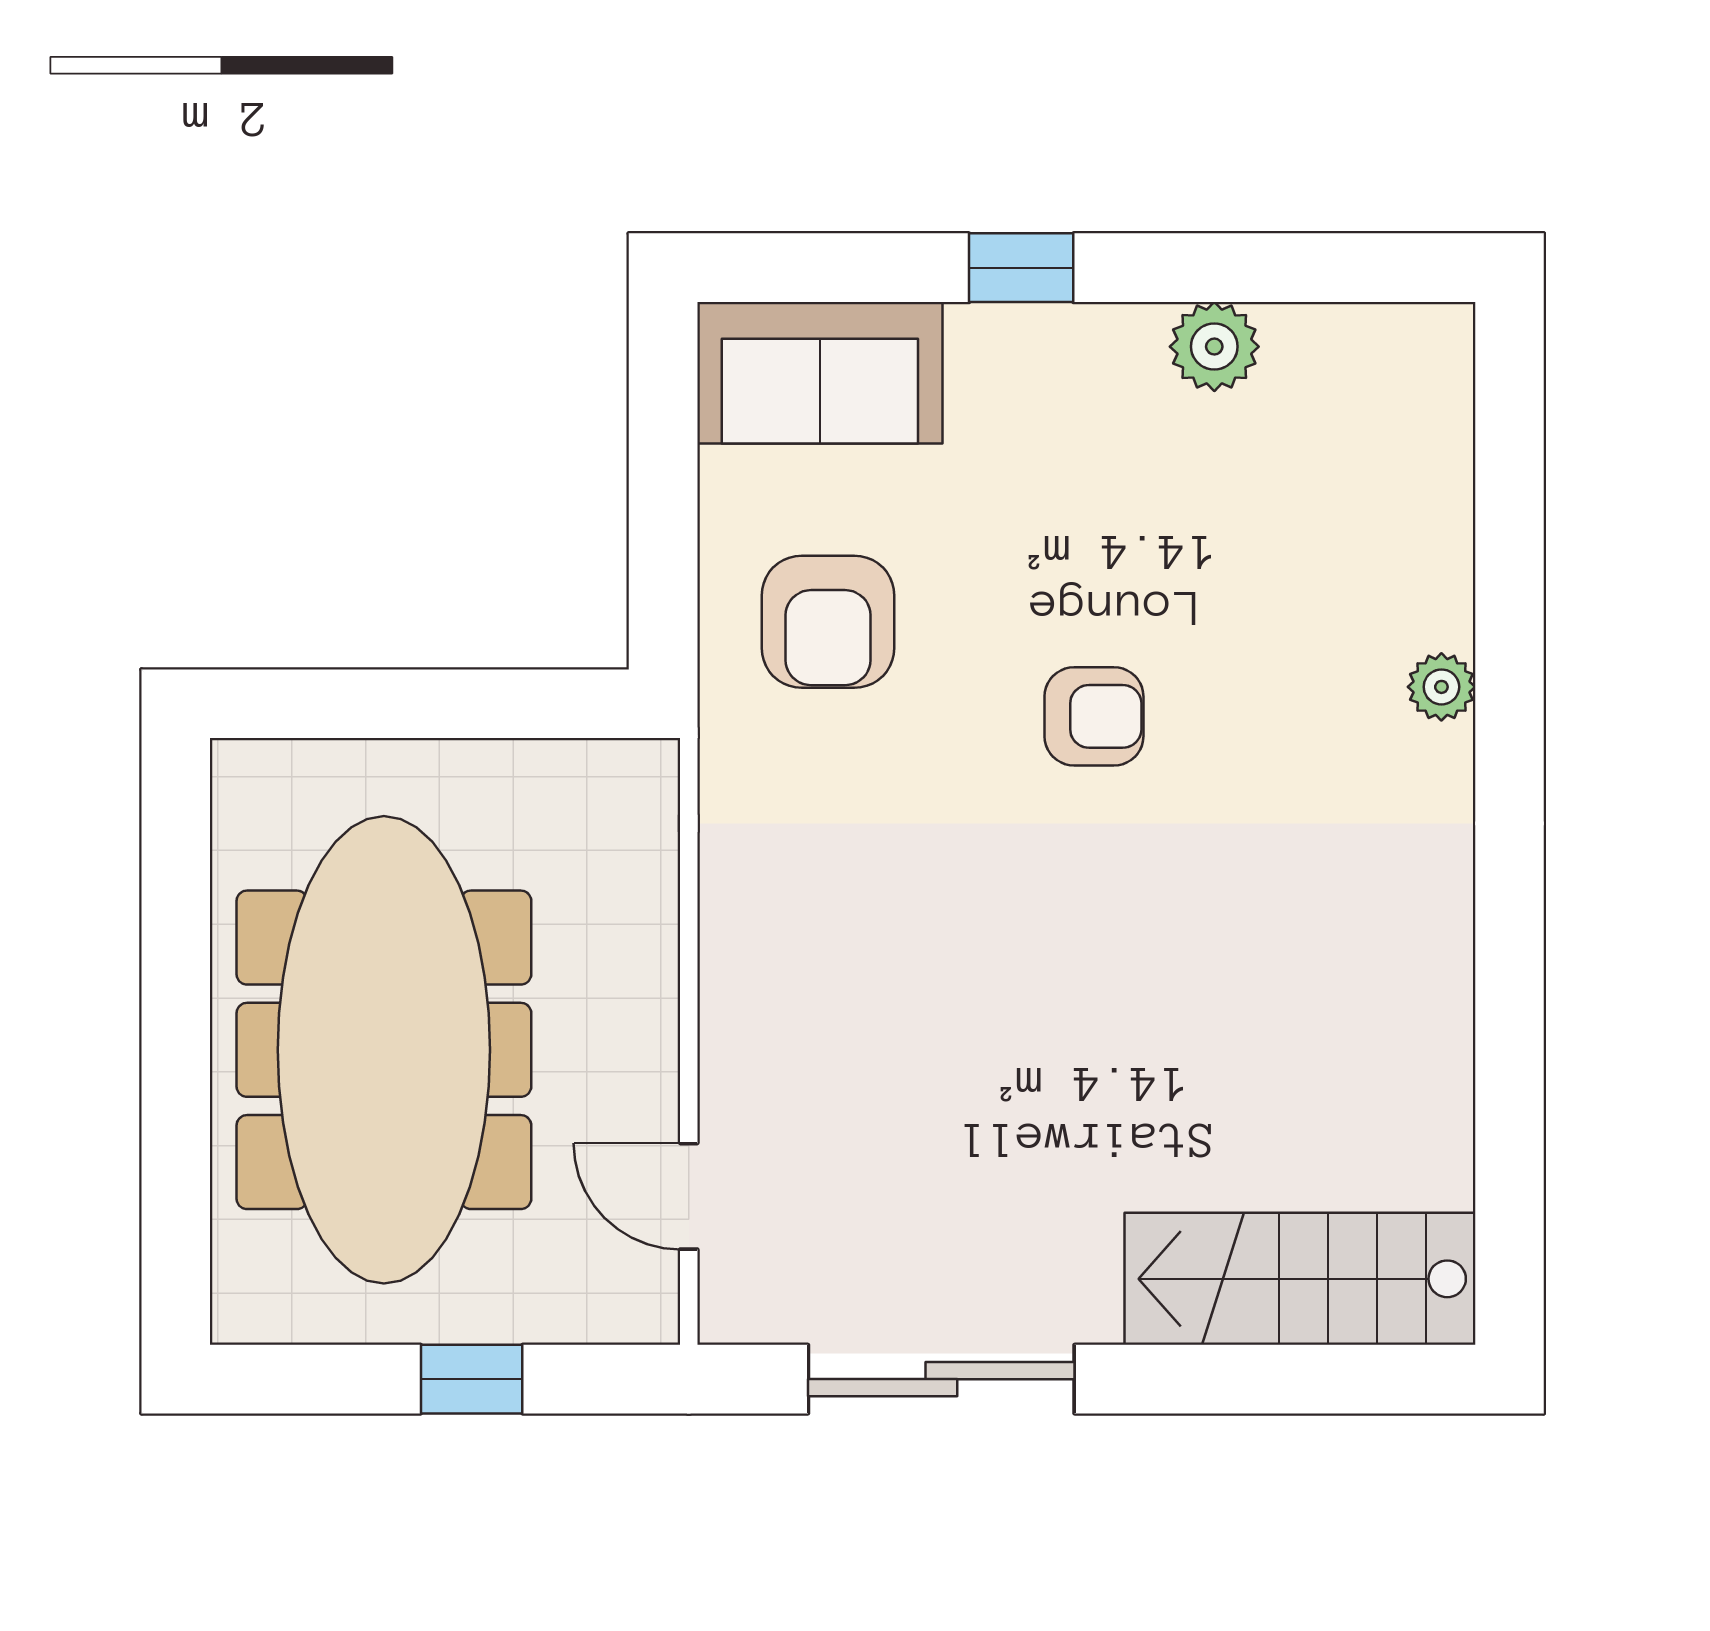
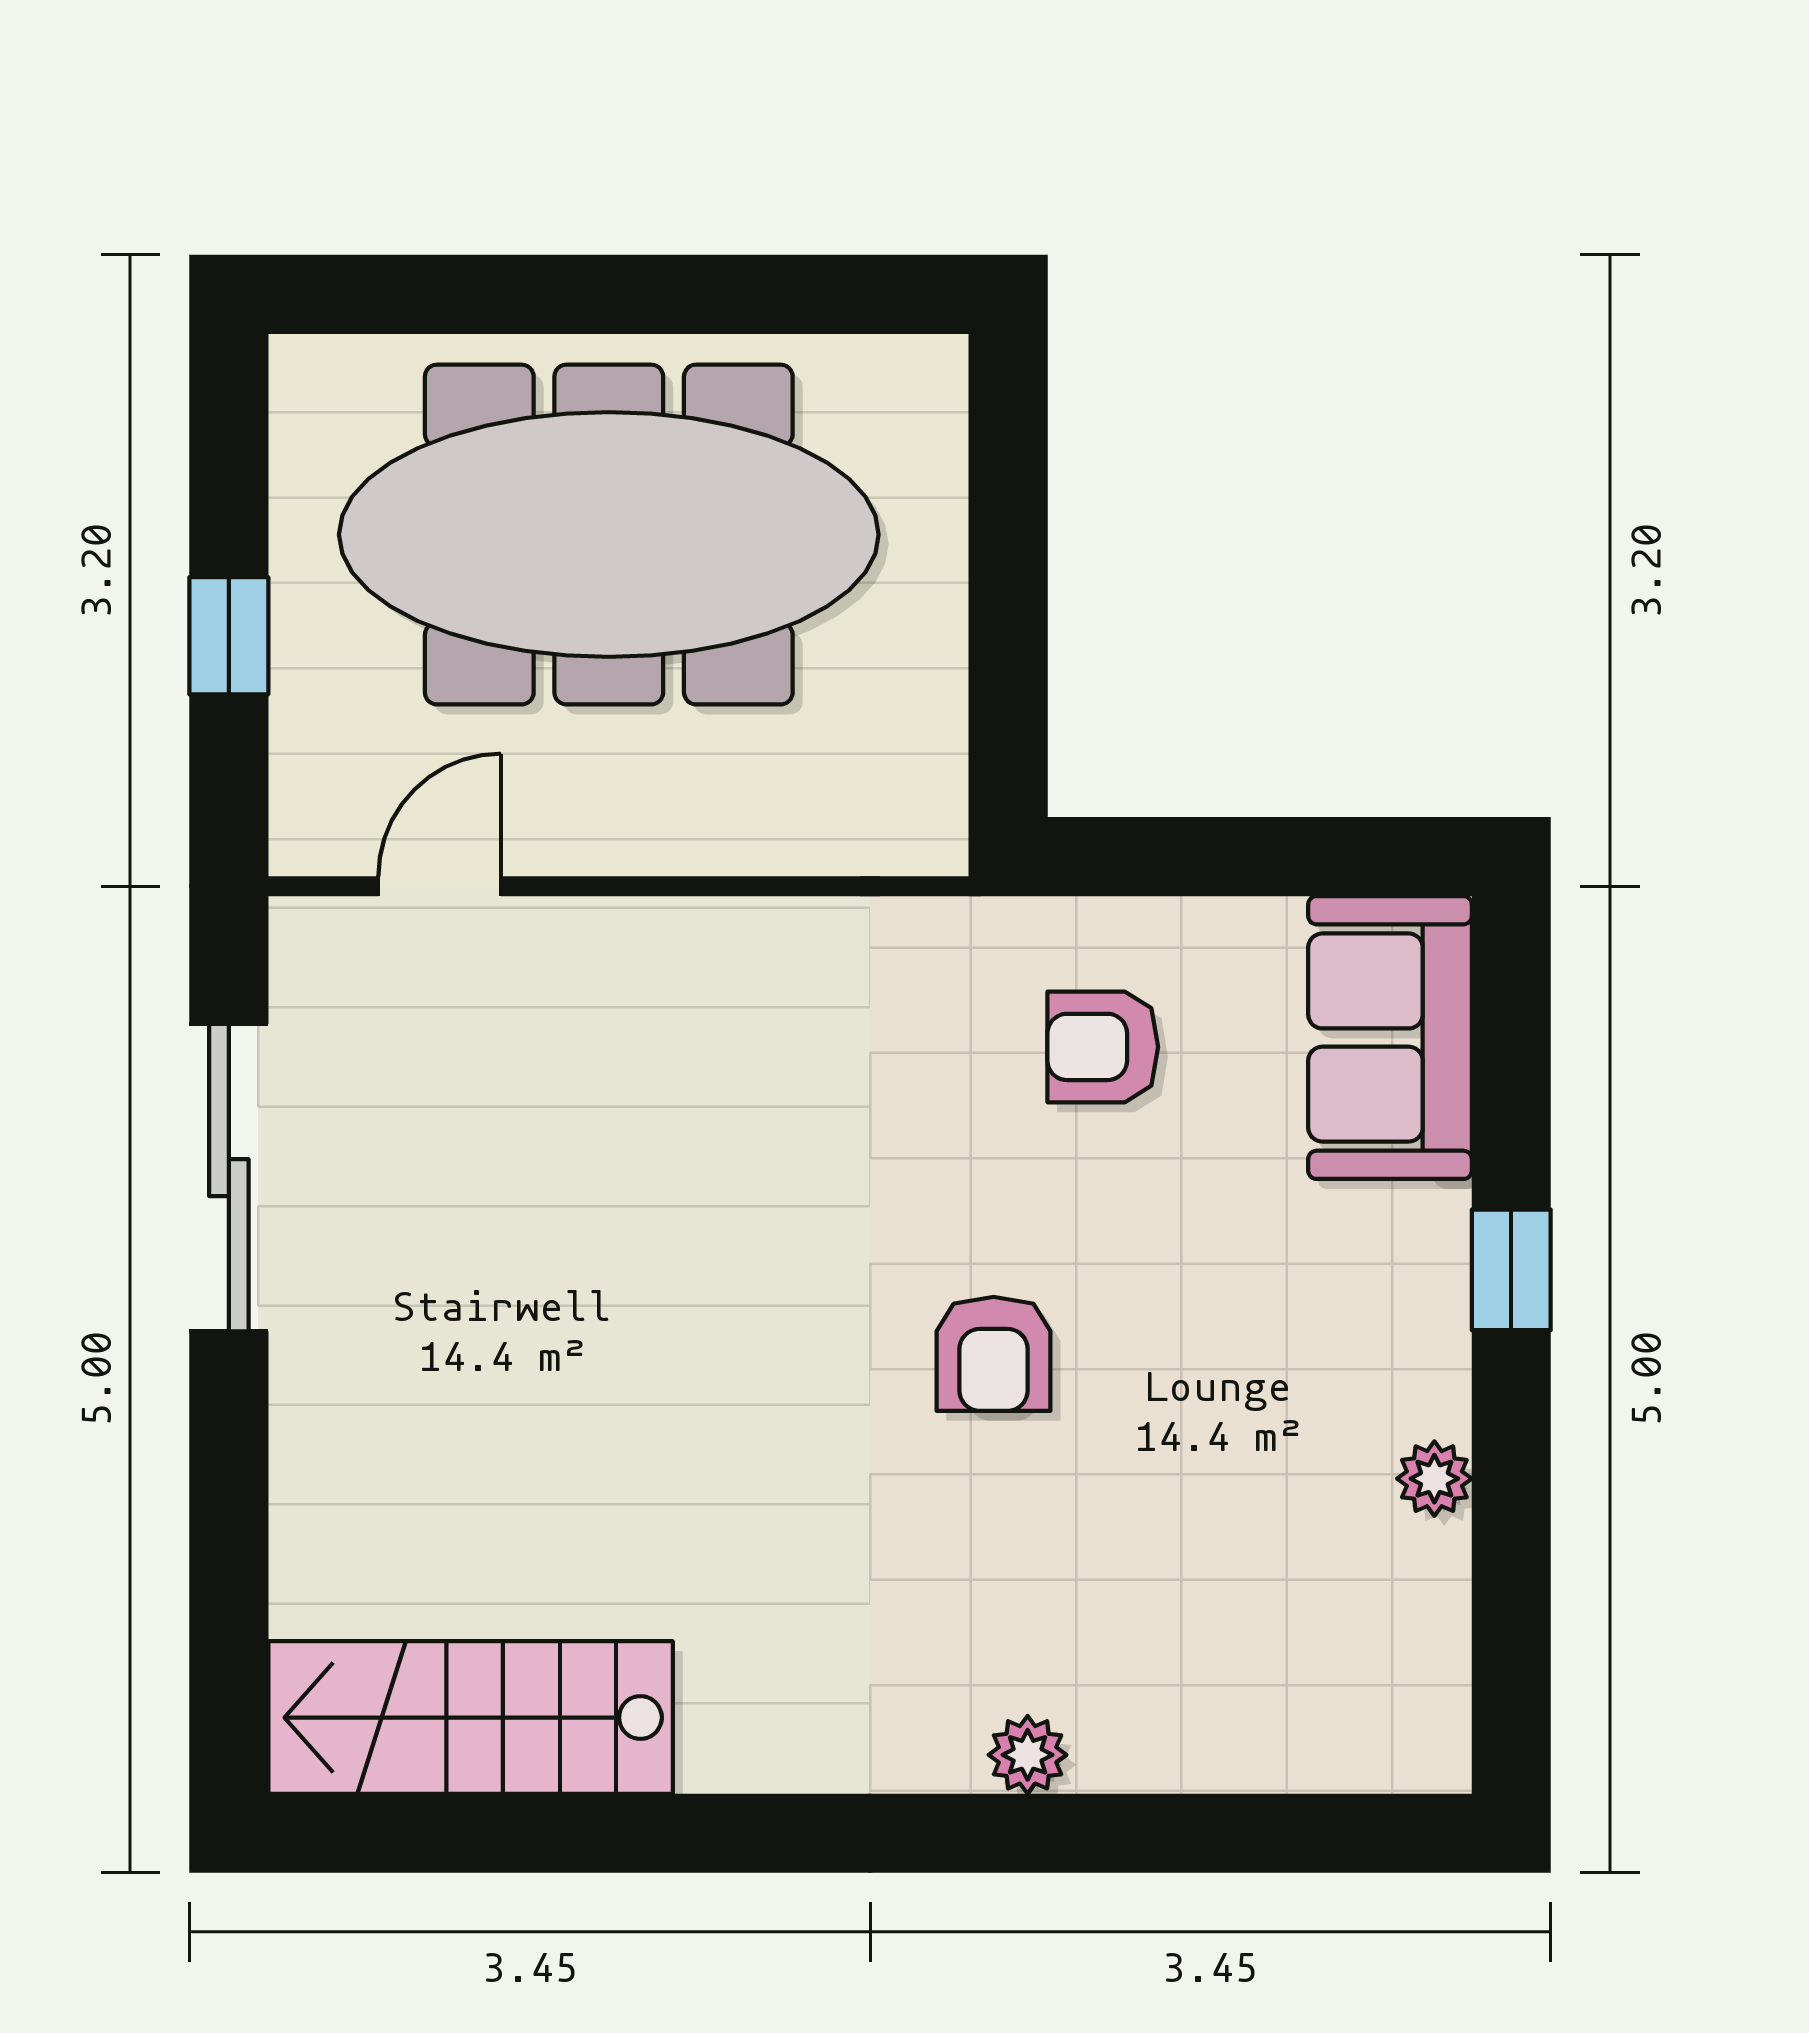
plant: (1214, 347) -> (1434, 1479), width x0.73, depth x0.73
armchair: (828, 622) -> (1103, 1047), width x0.72, depth x0.72
stairs: (1300, 1279) -> (471, 1718), moved, turned -90

